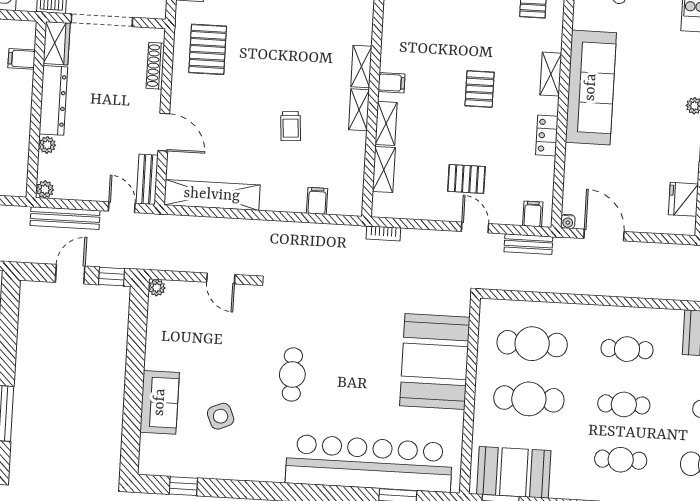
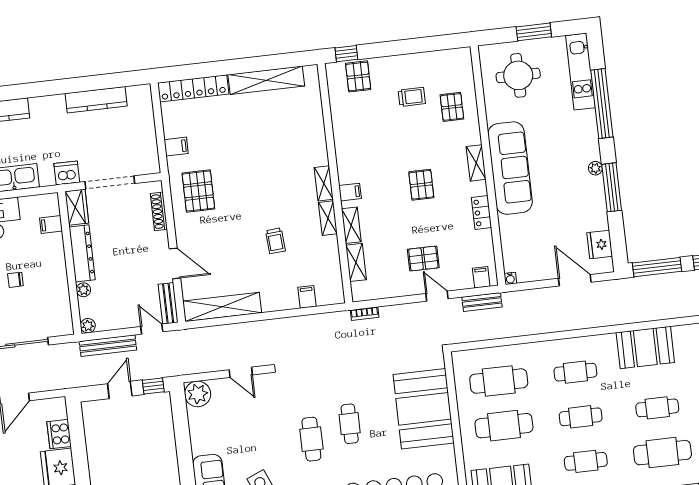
door: (604, 235) -> (575, 280), moved
plant: (157, 288) -> (198, 394), width x1.87, depth x1.87
cafe table: (342, 364) -> (350, 424), added

